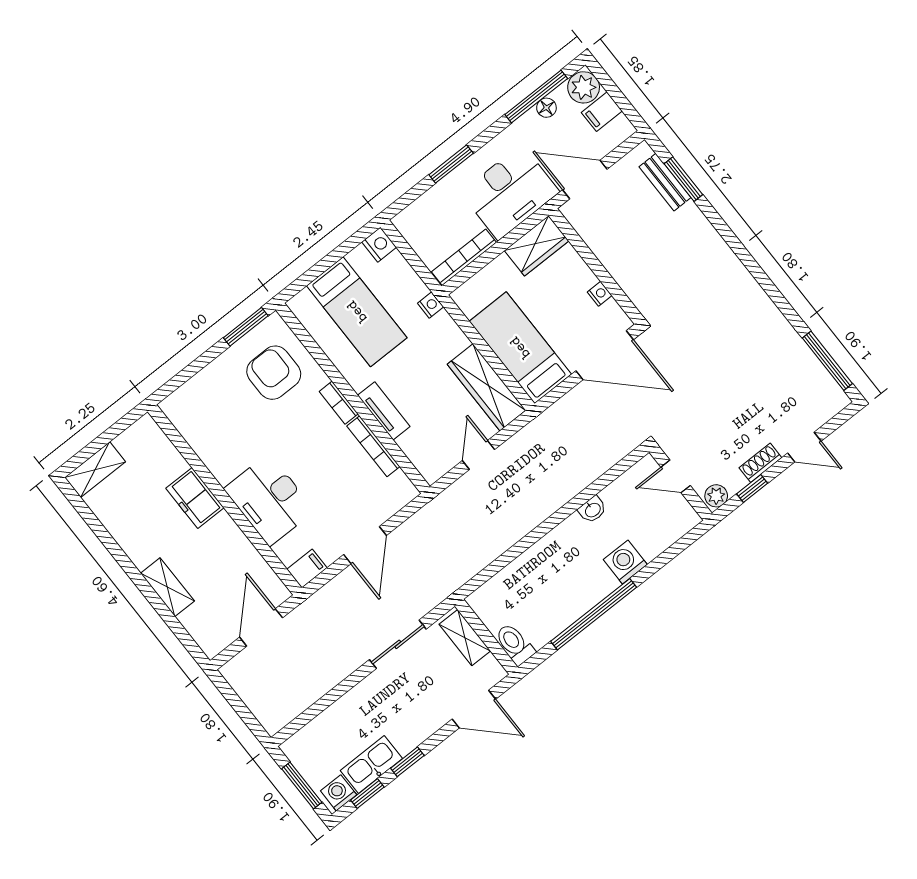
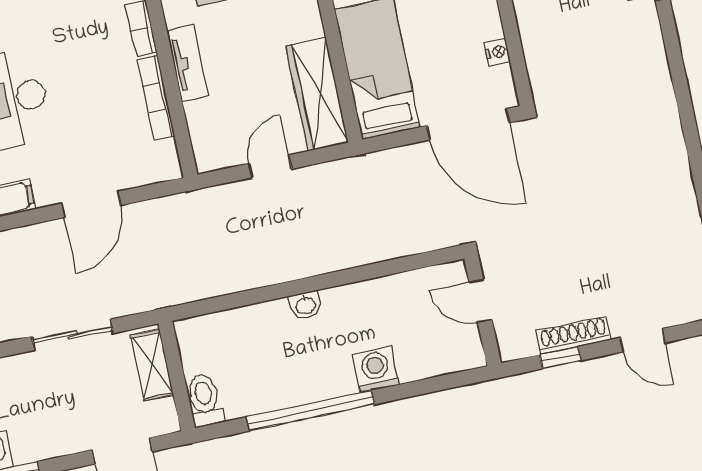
shoe rack: (760, 463) -> (574, 335), width x1.43
plant: (716, 496) -> (515, 346), removed
washbasin: (592, 510) -> (305, 305), moved

